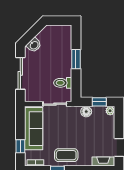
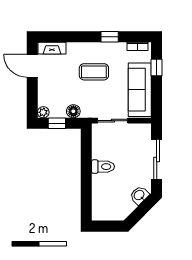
window: (76, 59) -> (86, 177), removed
toilet: (63, 83) -> (103, 167), moved
coffee table: (66, 155) -> (94, 72), moved

